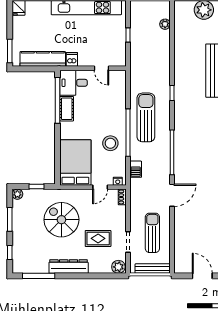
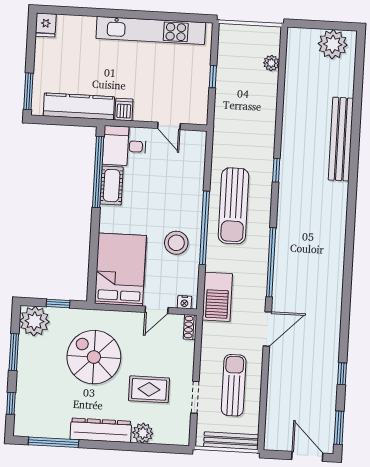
sun lounger: (146, 117) -> (234, 206), turned 180
barbecue: (136, 169) -> (217, 297), width x1.88, depth x1.53
plant: (17, 194) -> (34, 321), width x1.88, depth x1.88
plant: (118, 267) -> (143, 433), moved

